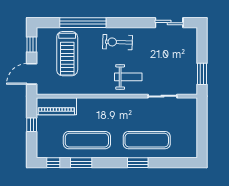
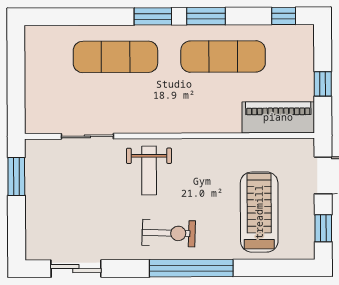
window: (83, 23) -> (191, 268), moved
weight bench: (128, 77) -> (149, 171), turned -90
window: (81, 163) -> (206, 16), moved
window: (138, 163) -> (153, 16), moved

